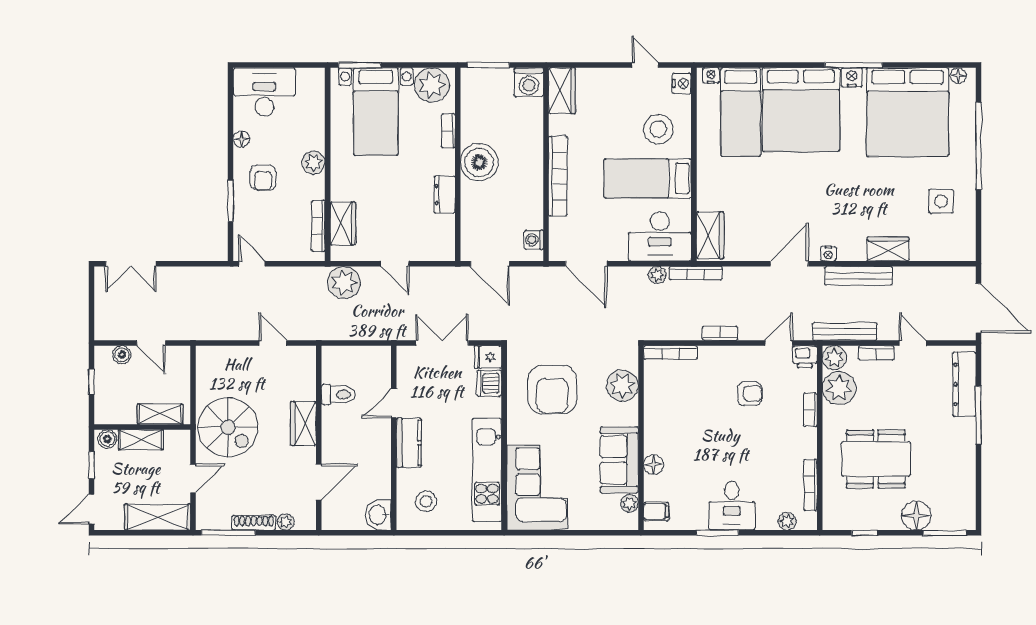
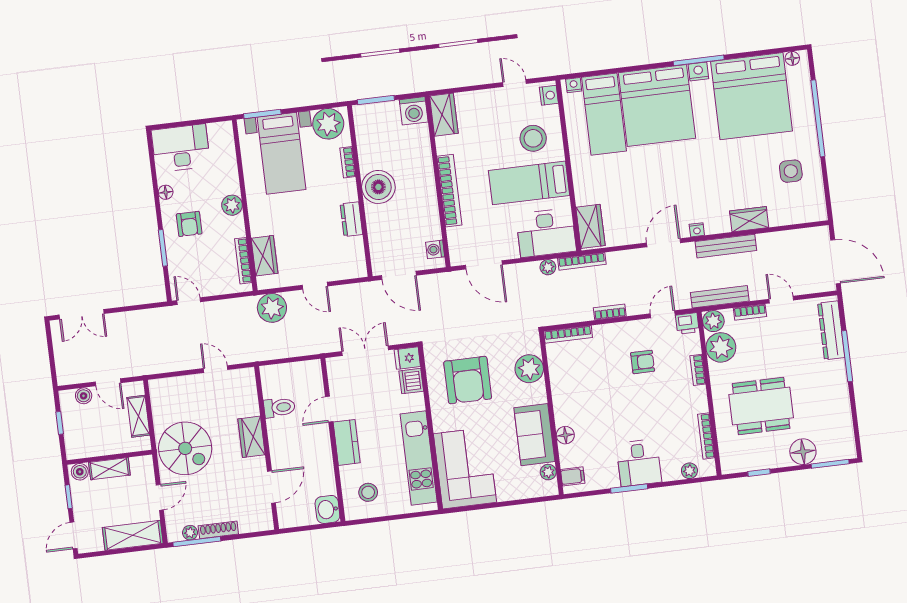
shelving: (160, 414) -> (138, 416), moved, turned 90
plant: (286, 522) -> (190, 533), moved

